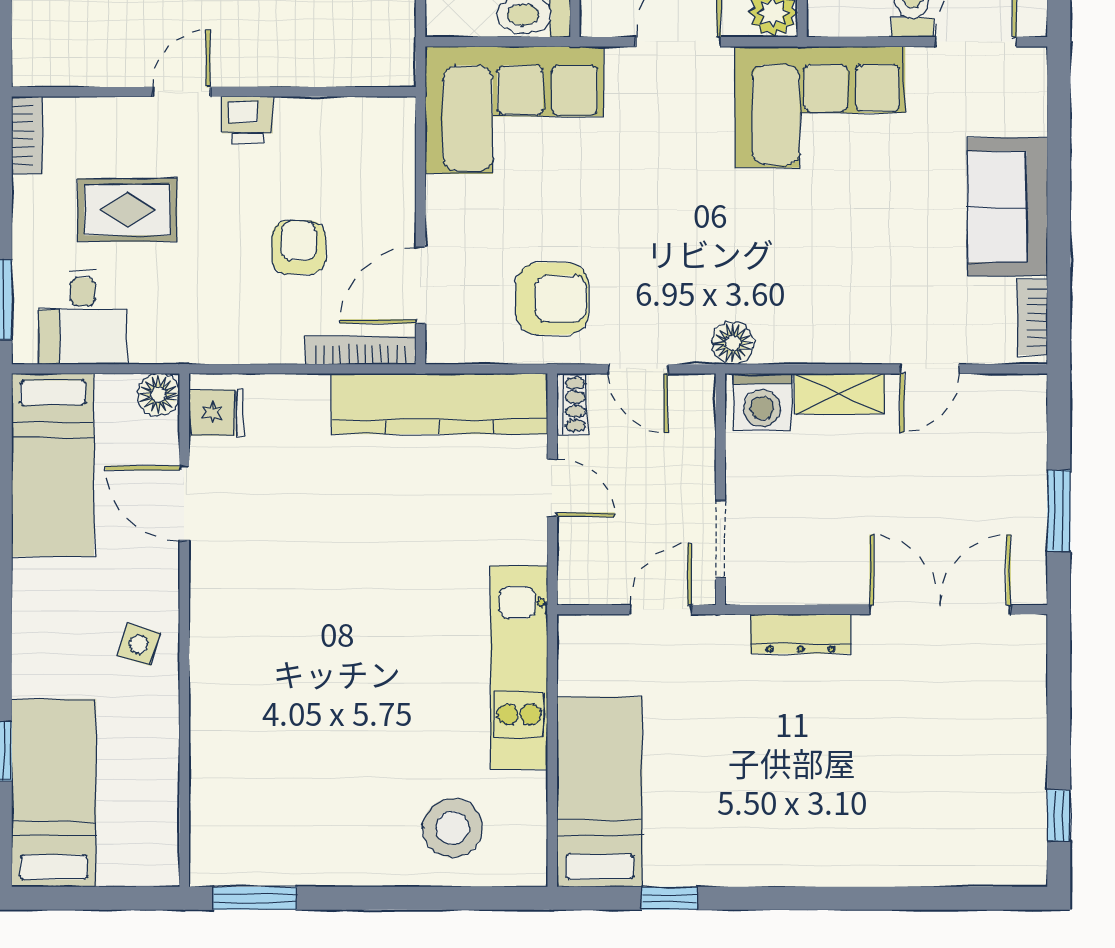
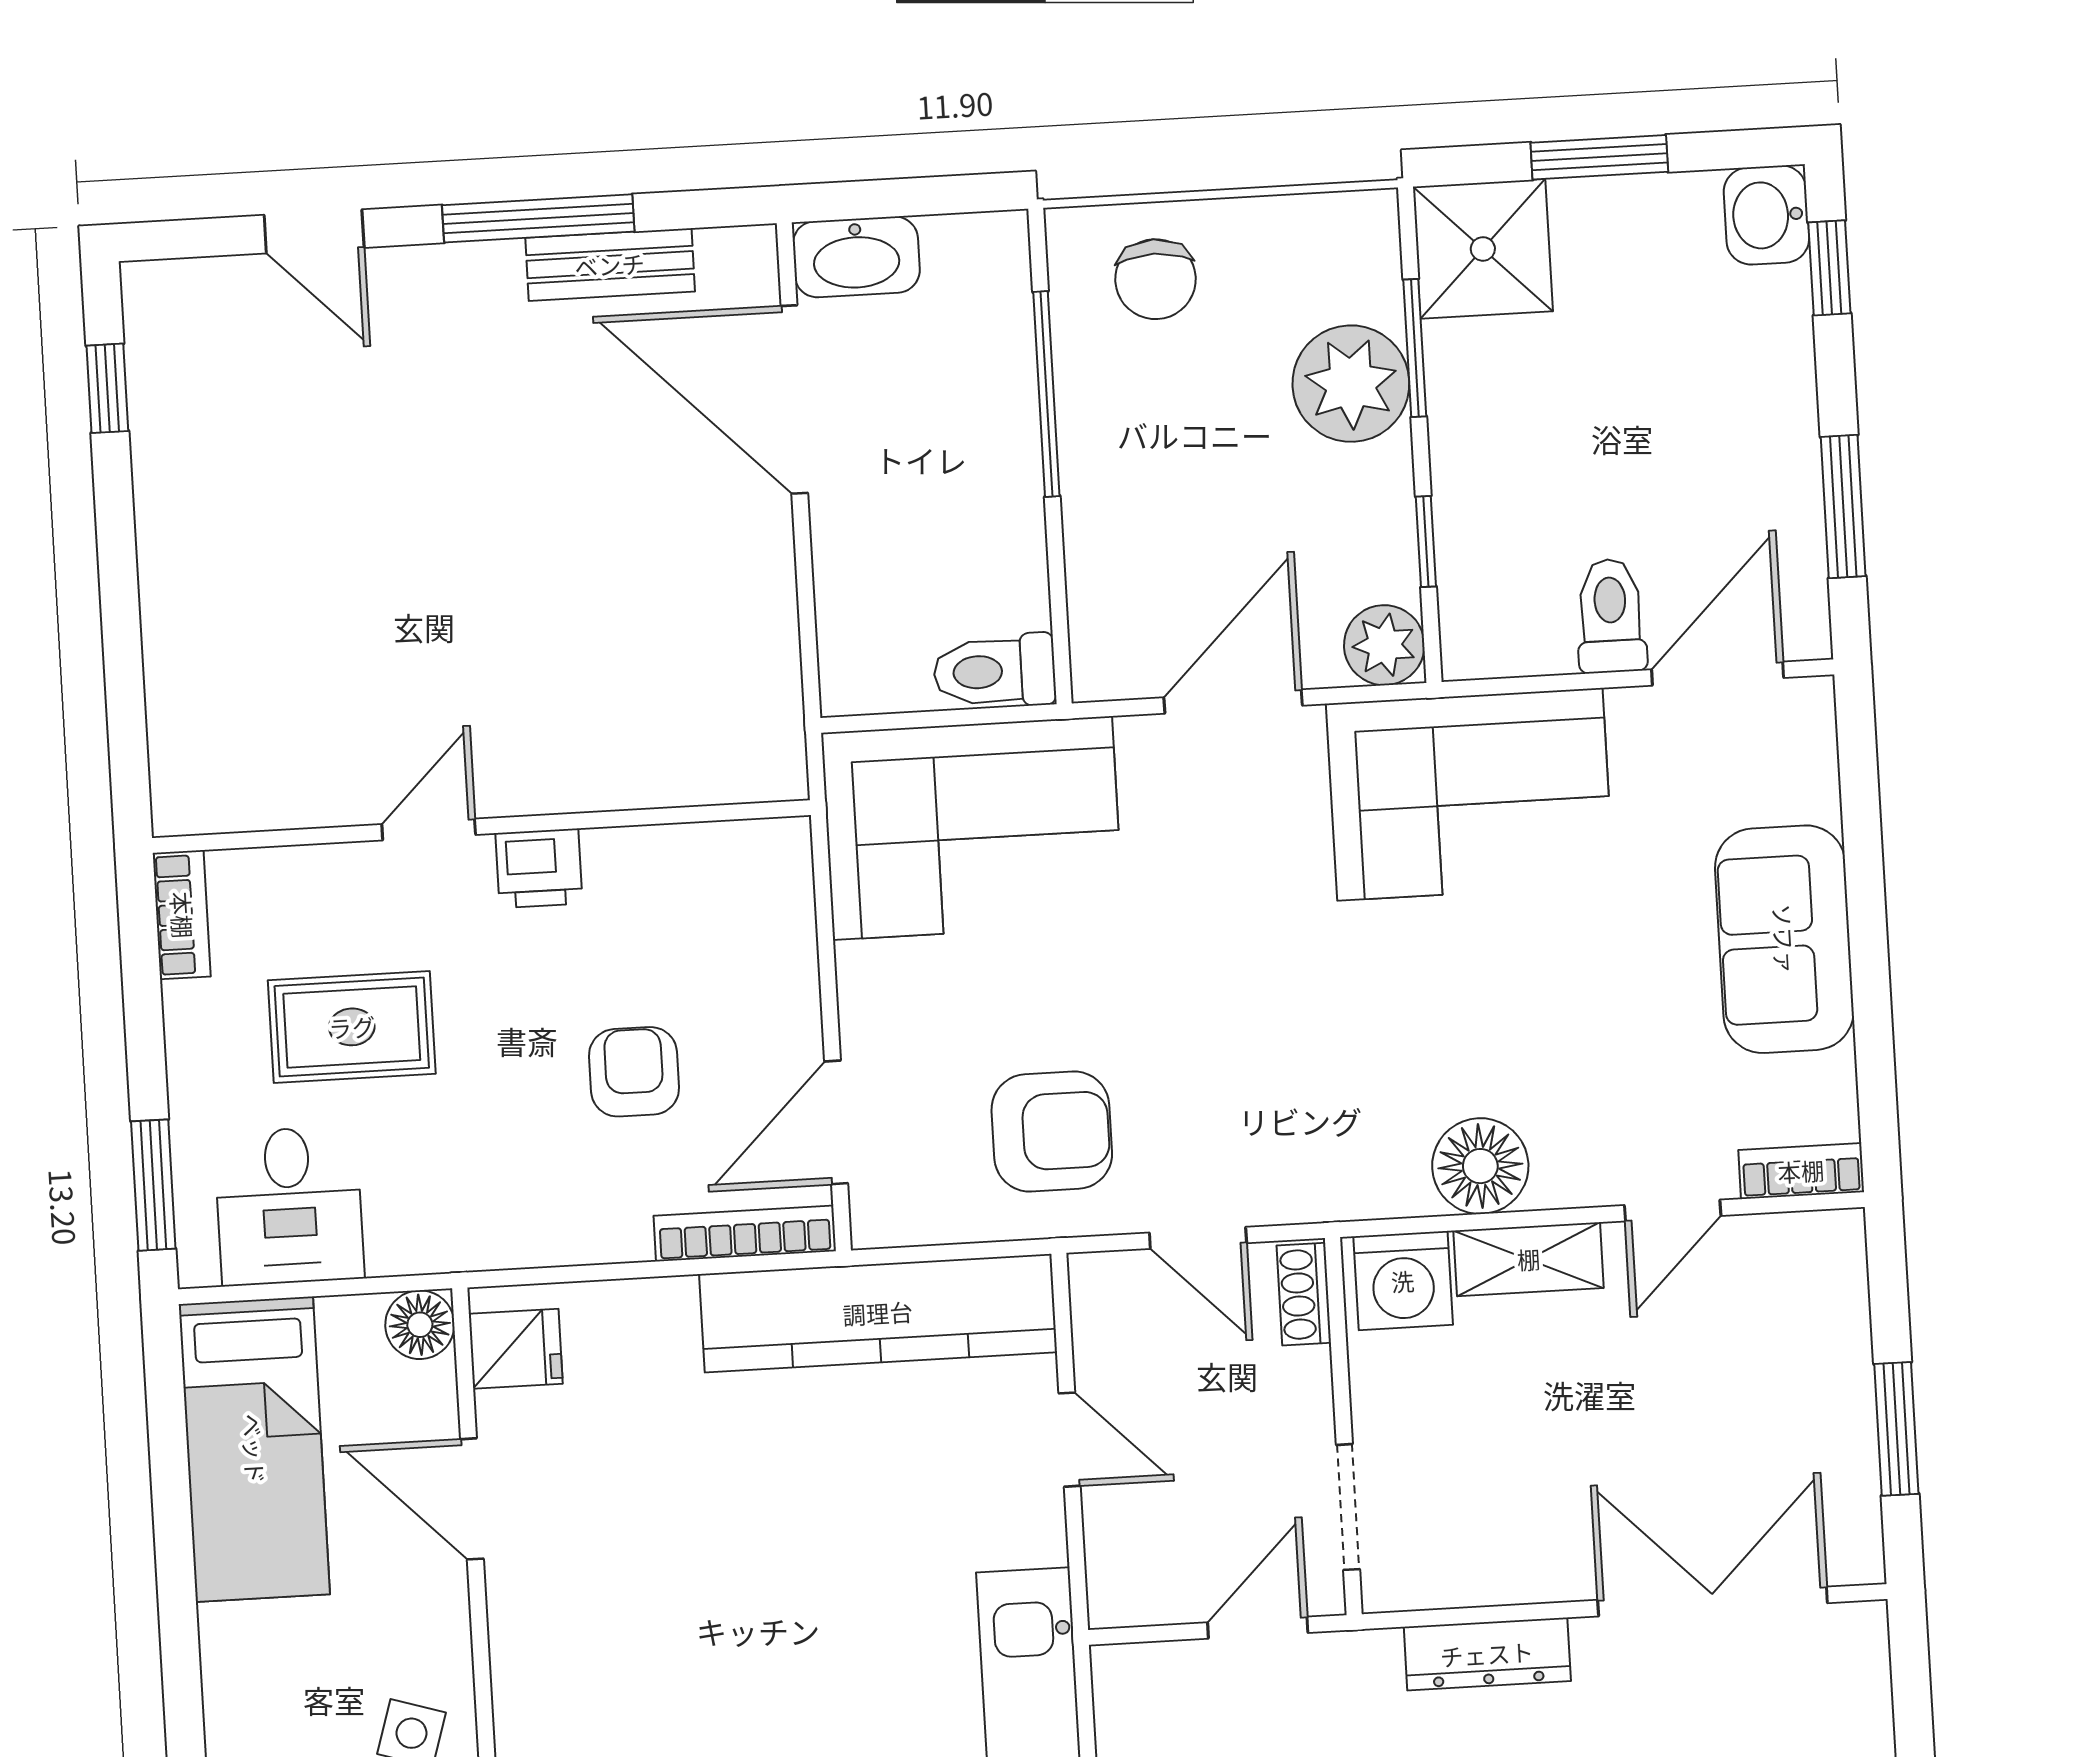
bookcase: (1032, 317) -> (1801, 1171), moved, turned 90
floor lamp: (733, 343) -> (1480, 1166), moved, width x1.38, depth x1.38
shoe rack: (572, 404) -> (1304, 1294), moved, turned 180

